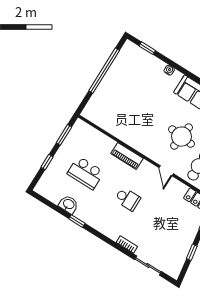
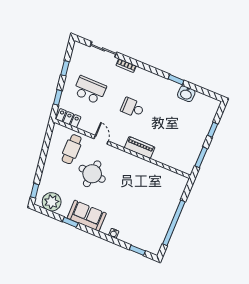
school desk: (86, 173) -> (90, 90), moved

